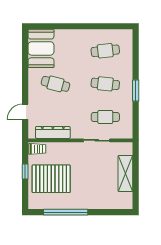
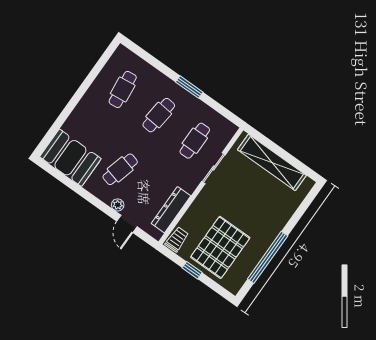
plant: (33, 98) -> (118, 205), added
shelving: (125, 173) -> (272, 162), width x1.47

